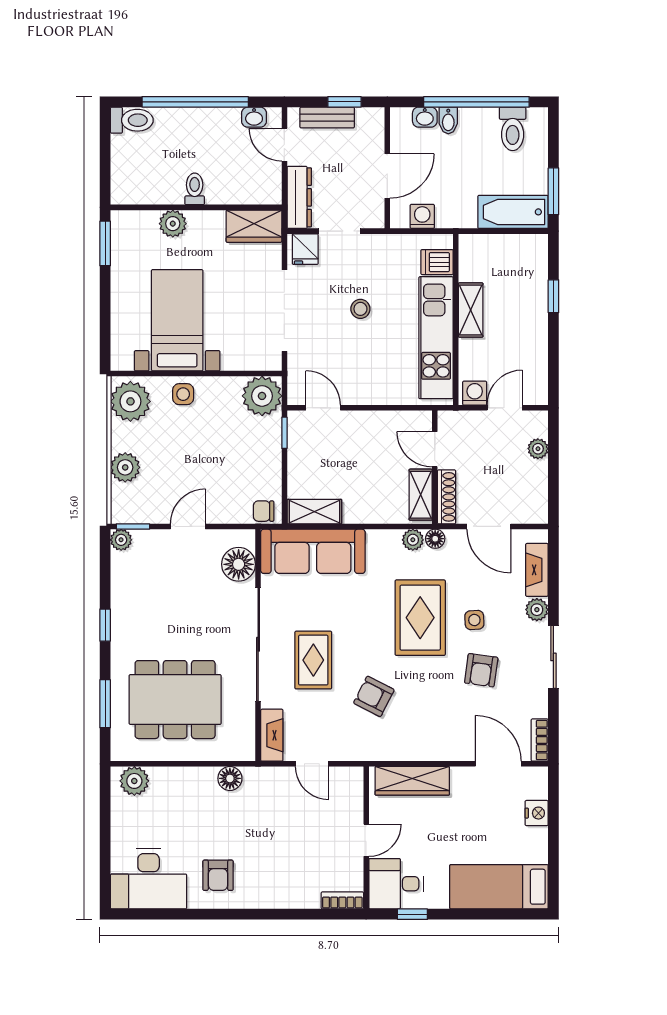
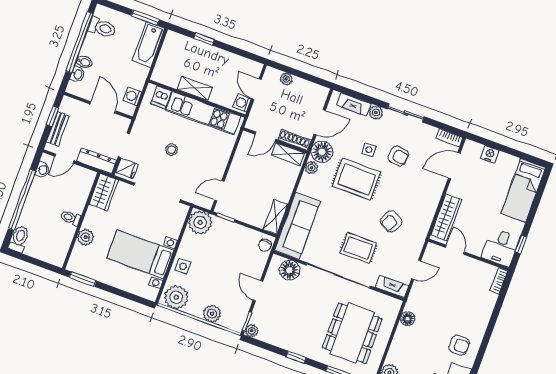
floor lamp: (435, 539) -> (322, 152), width x1.89, depth x1.89
door: (366, 840) -> (455, 250), moved

